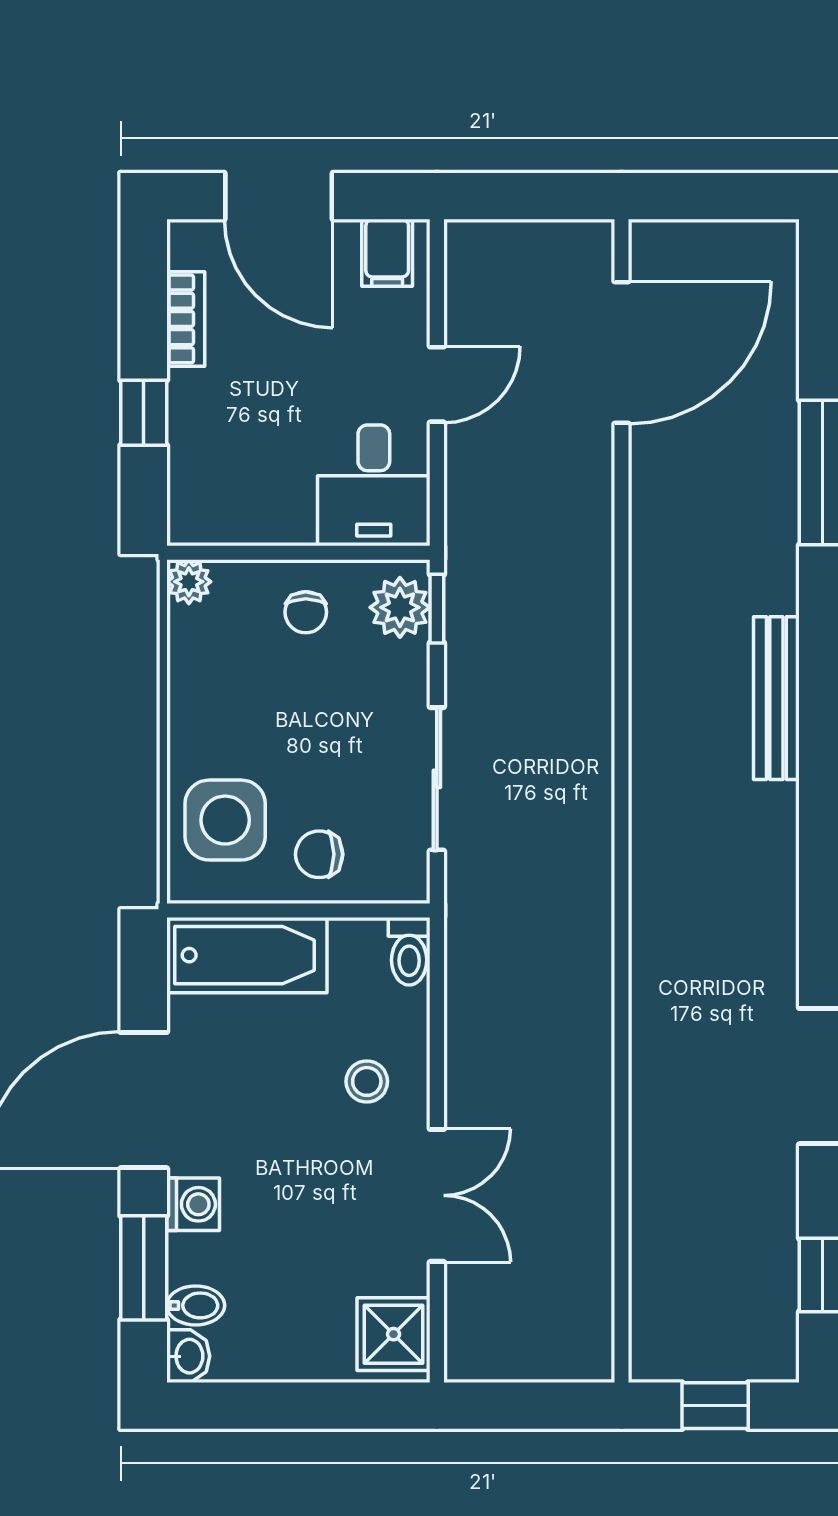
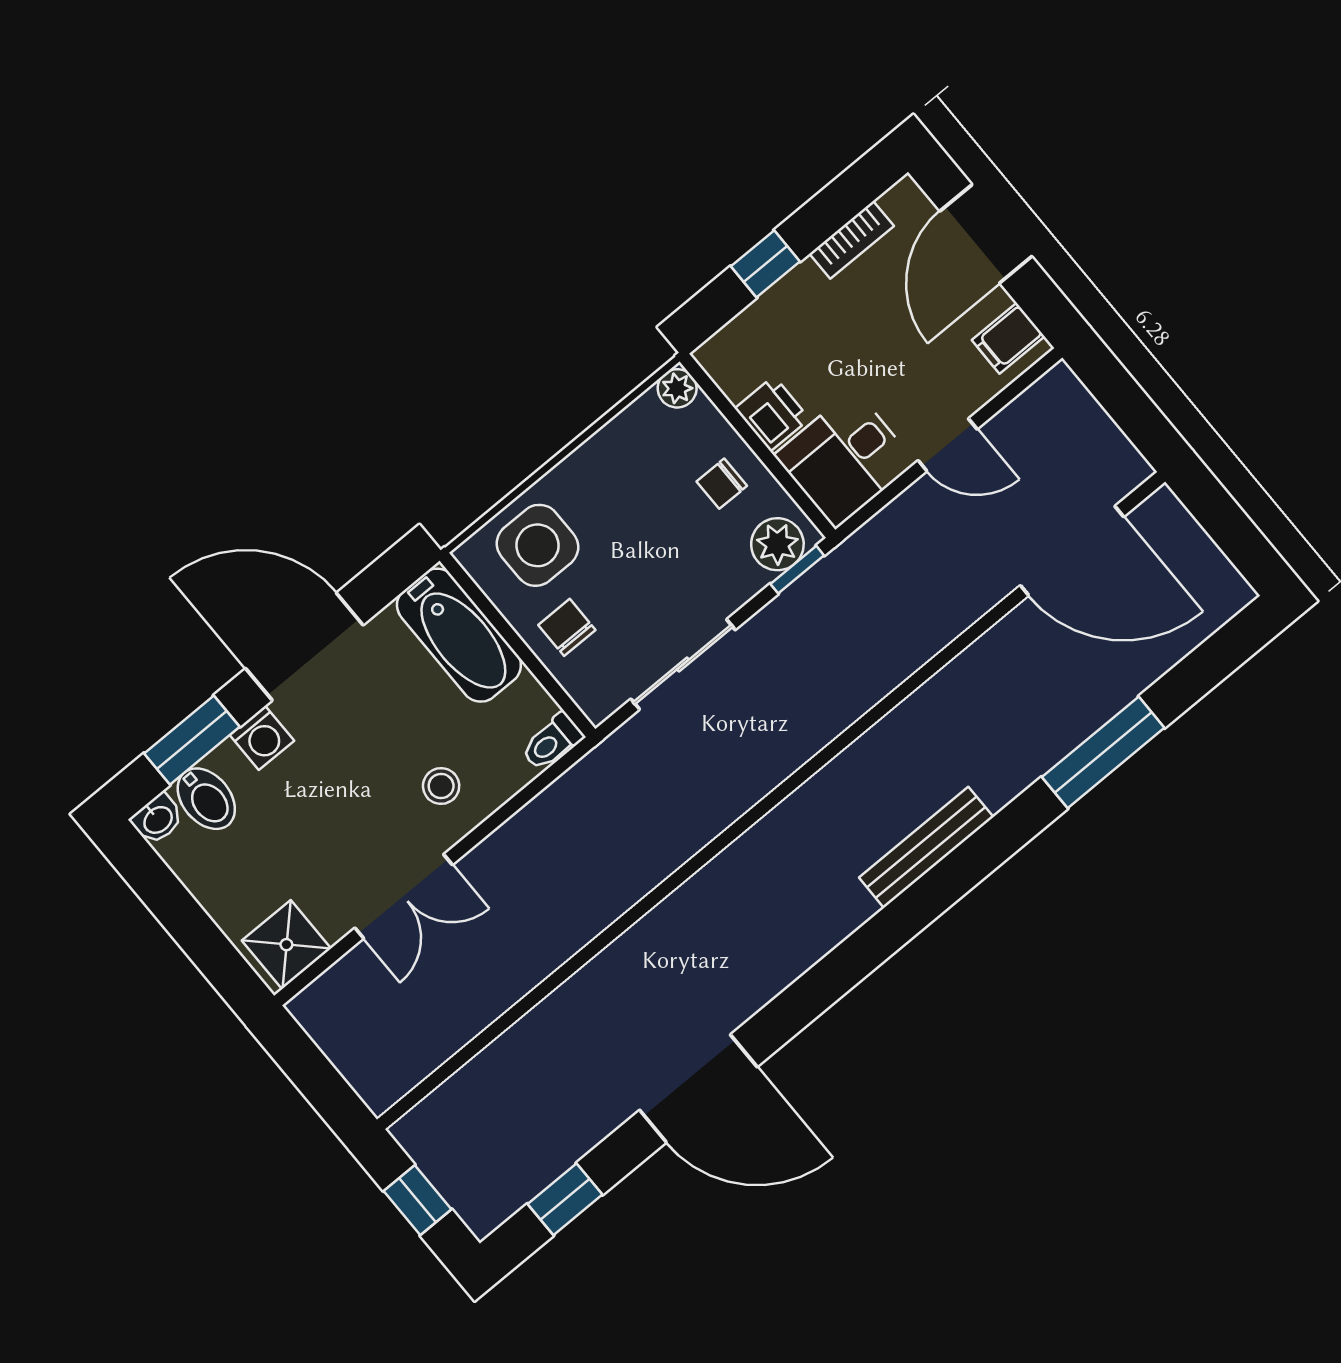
printer: (281, 516) -> (772, 414), added
bidet: (196, 1305) -> (206, 799), width x1.38, depth x1.36

